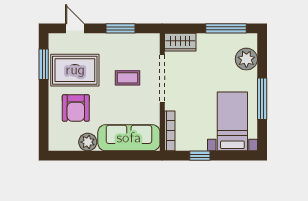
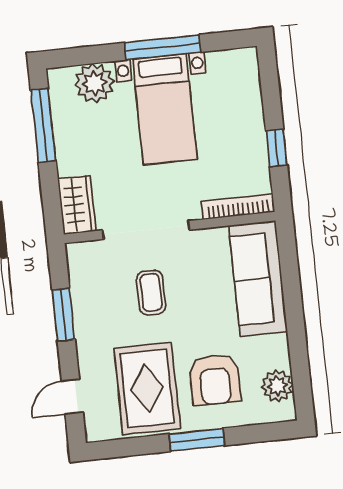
window: (44, 64) -> (197, 440), moved
armchair: (76, 108) -> (215, 380), turned 90
bed with nightstands: (232, 121) -> (165, 109), moved, turned -90
plant: (88, 142) -> (277, 386), moved

